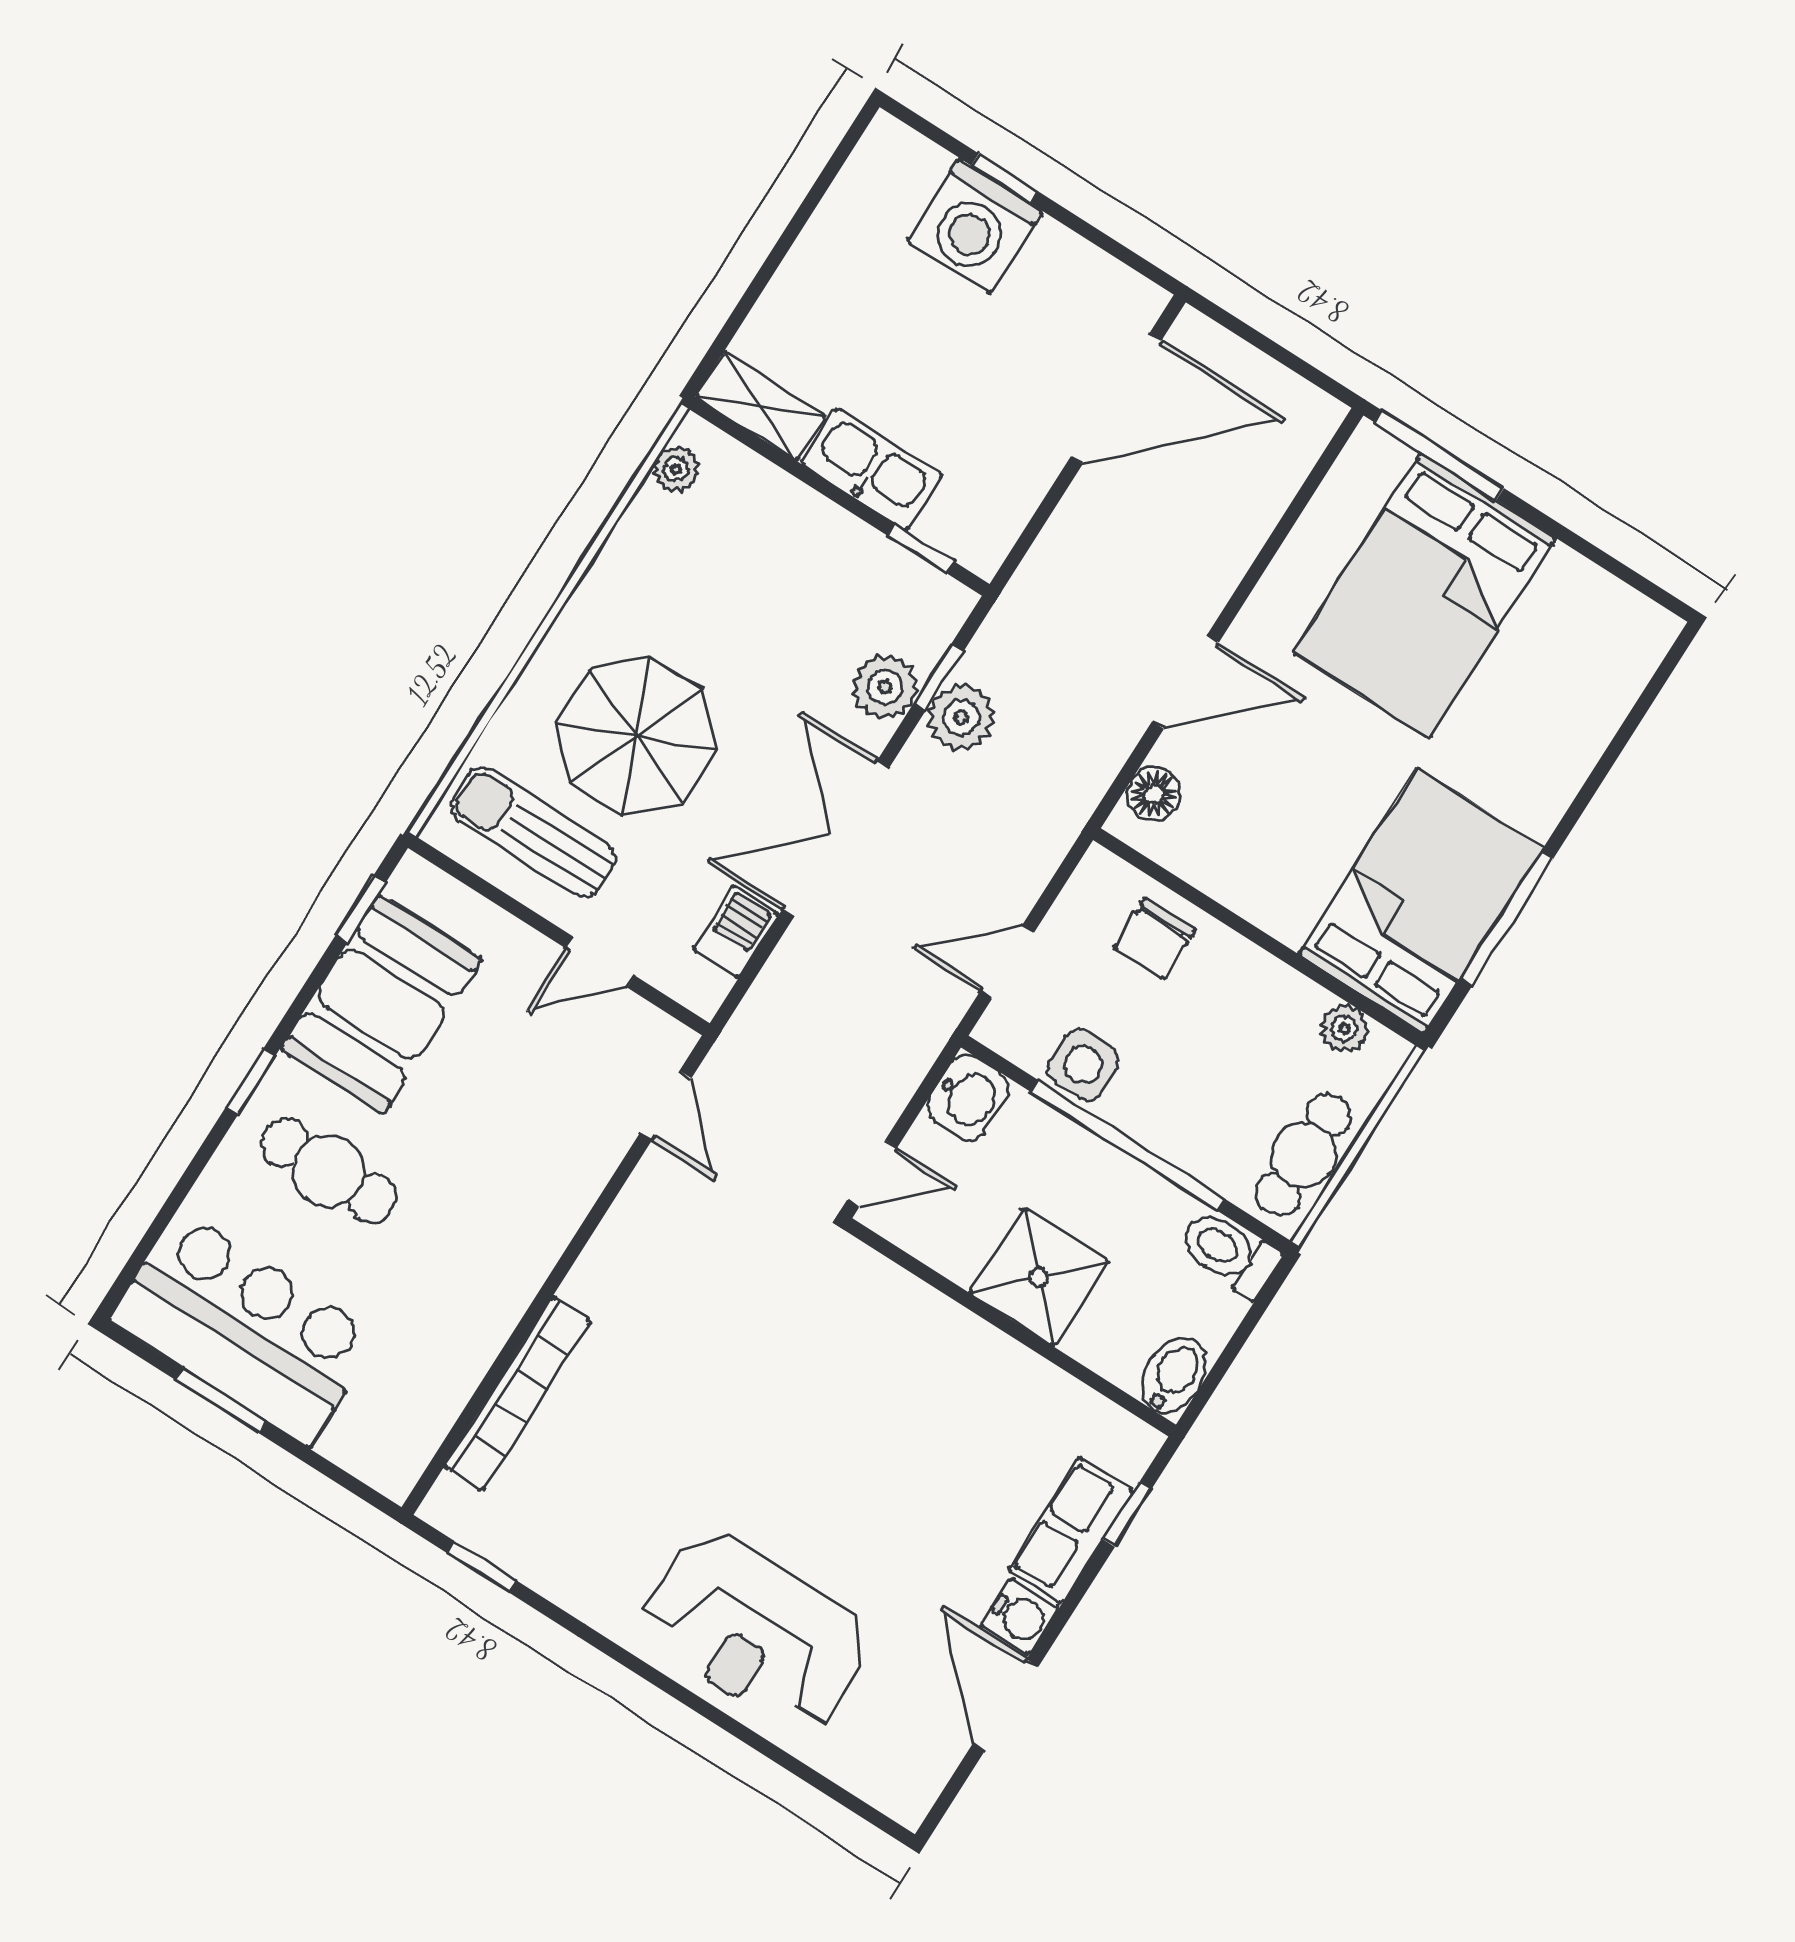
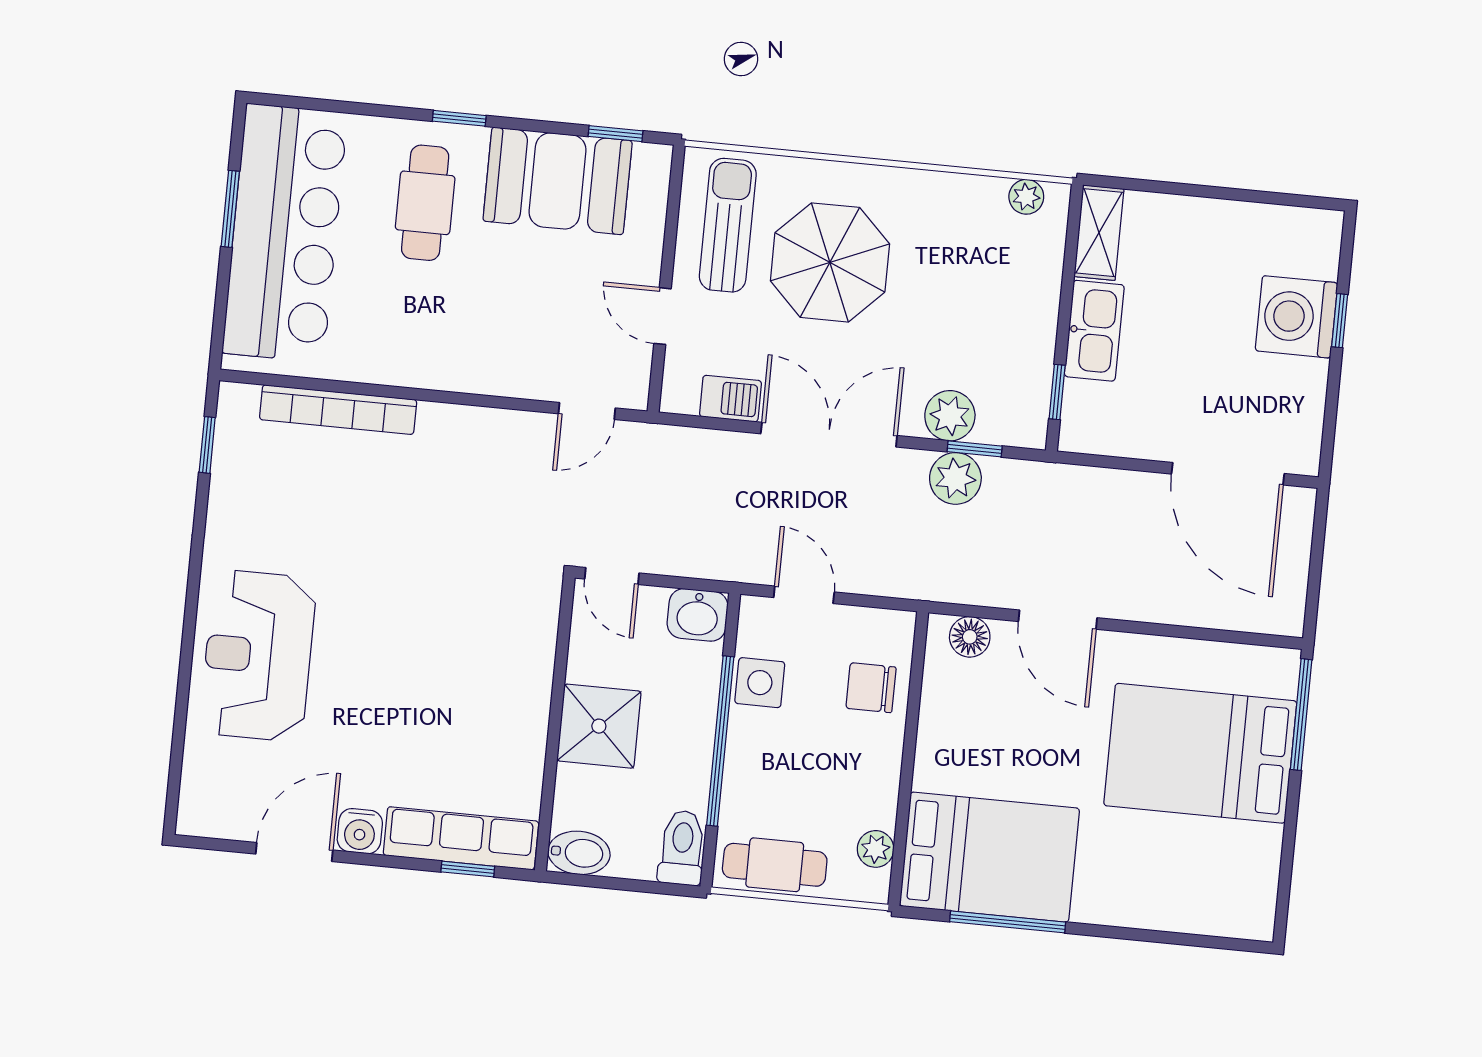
bar counter: (244, 1328) -> (285, 233), width x1.36
row of seats: (1071, 1531) -> (461, 838), width x1.48

